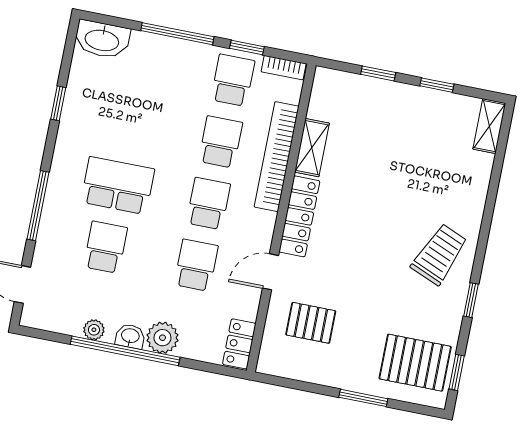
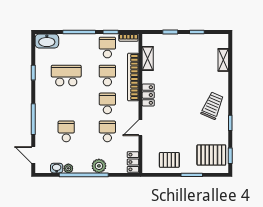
shelving: (489, 126) -> (223, 60), moved
shelving: (312, 148) -> (148, 58), moved
school desk: (118, 186) -> (66, 75), moved
locker: (299, 216) -> (148, 95), width x0.66
pallet: (311, 323) -> (169, 160), moved
washbasin: (130, 336) -> (57, 168), moved

